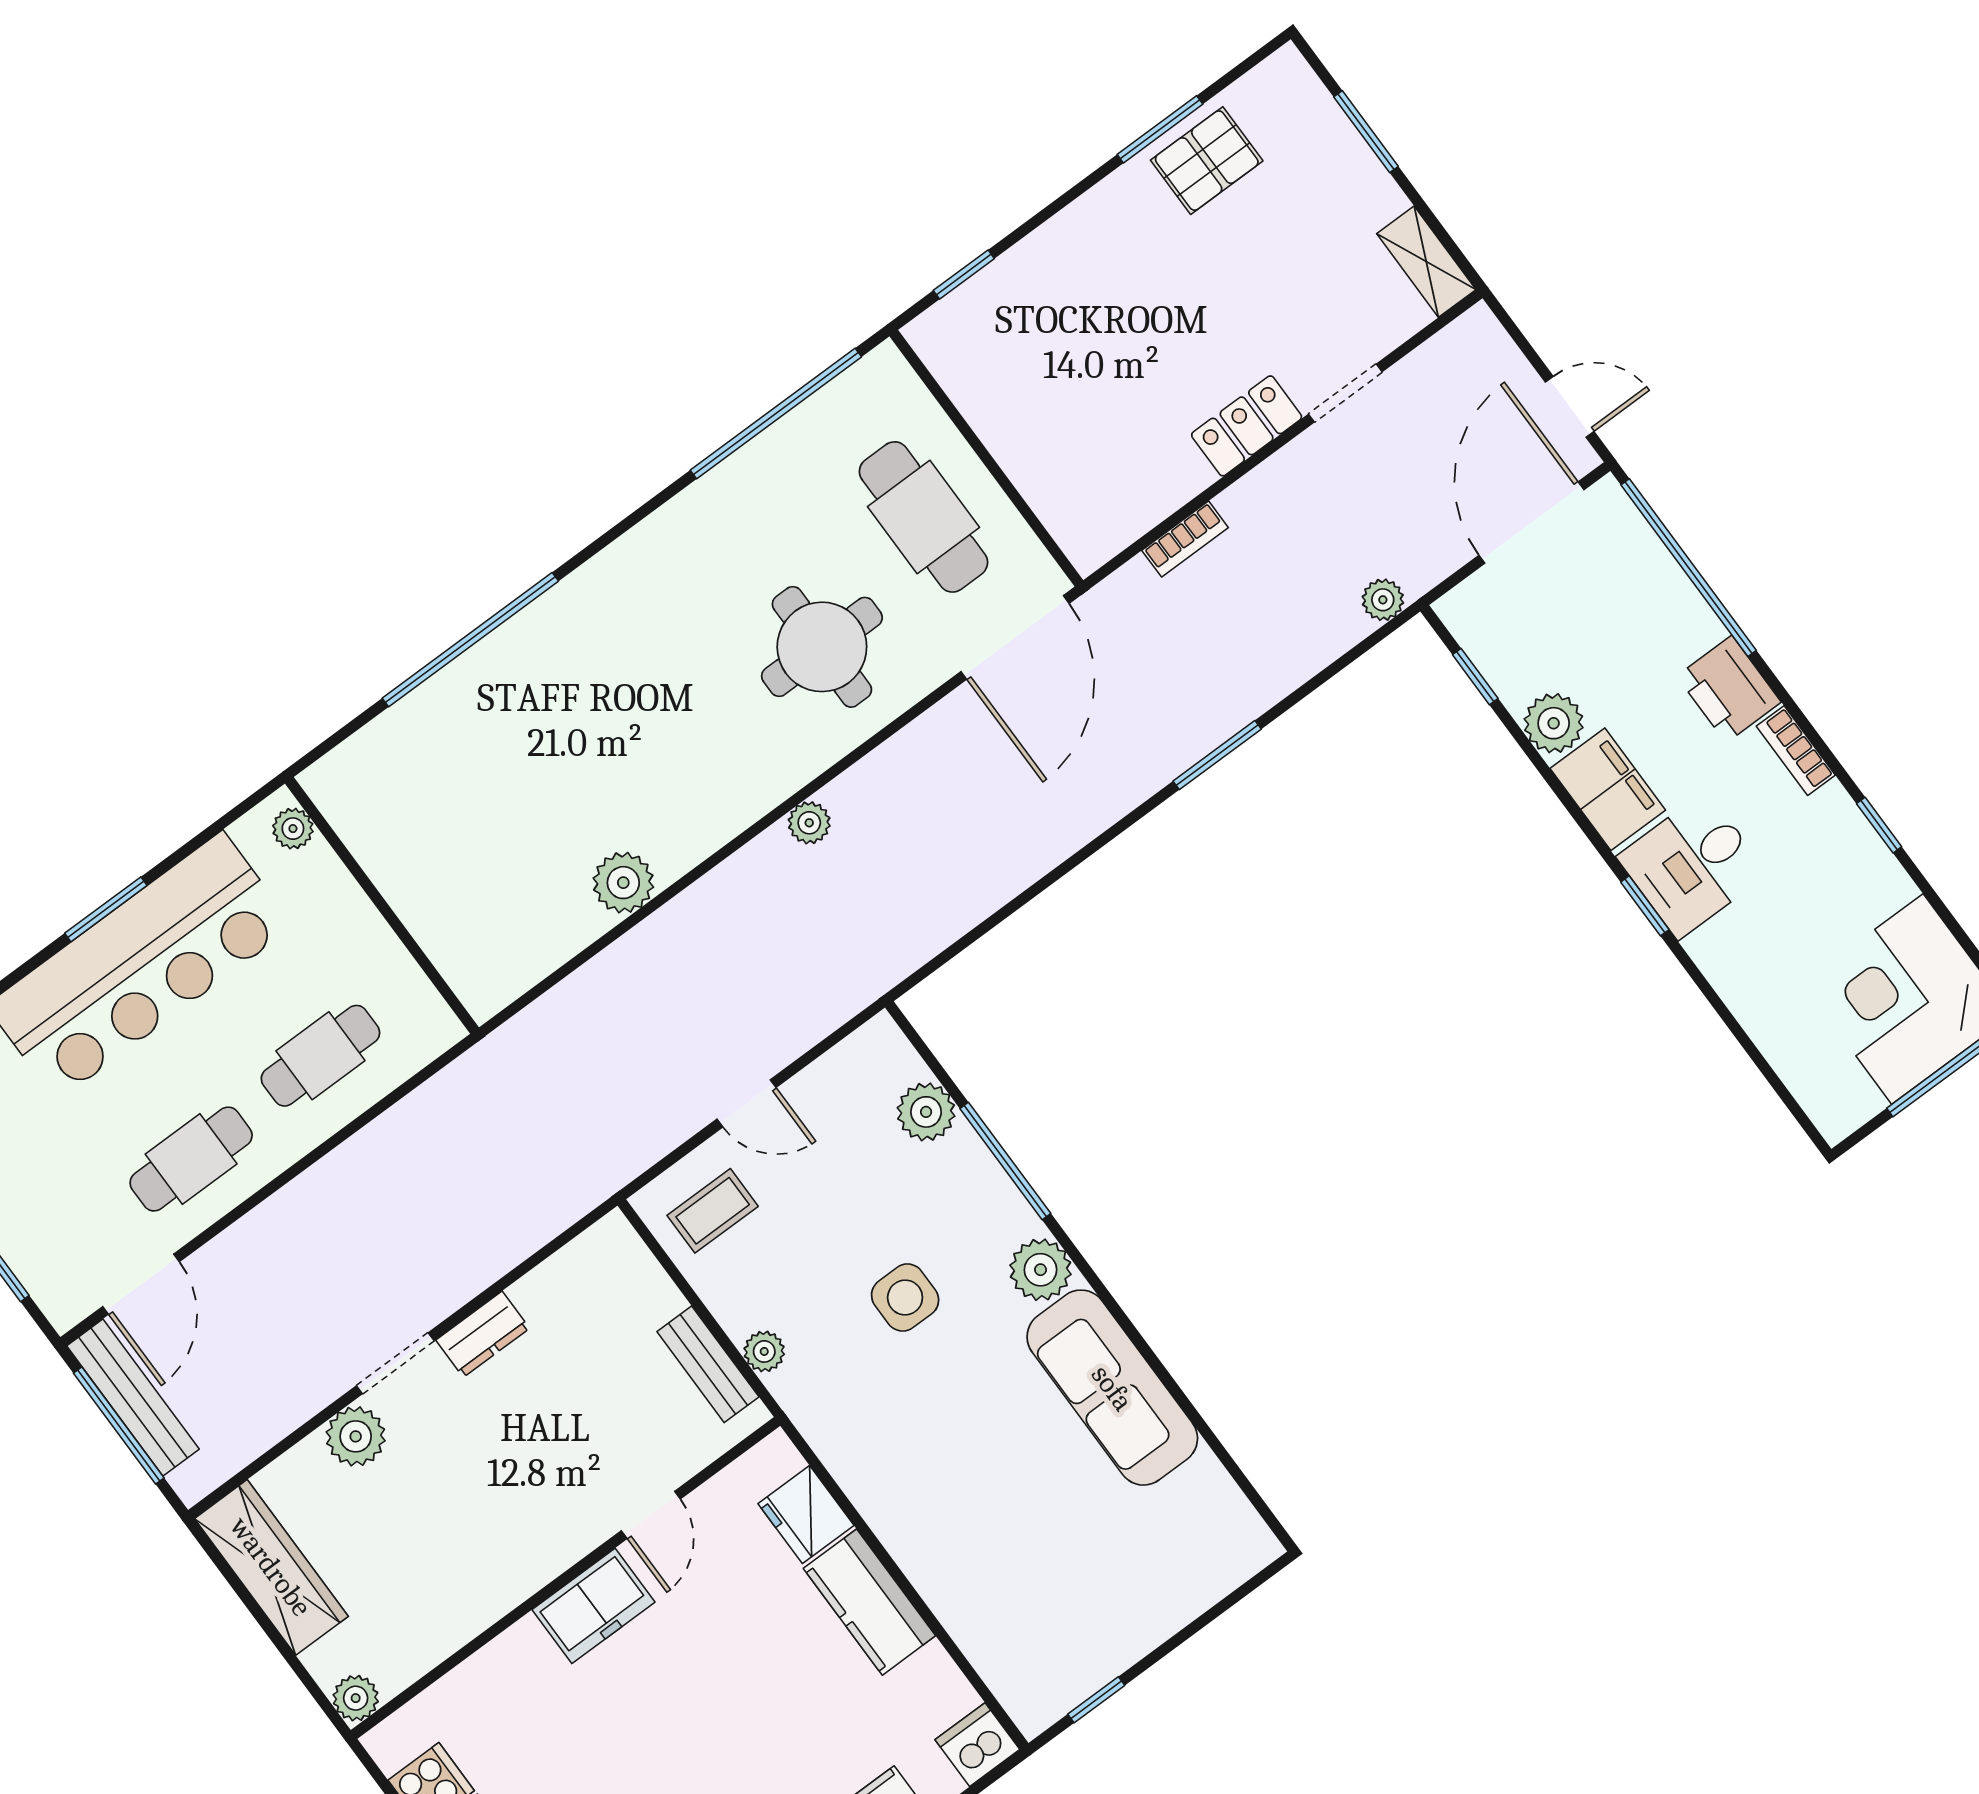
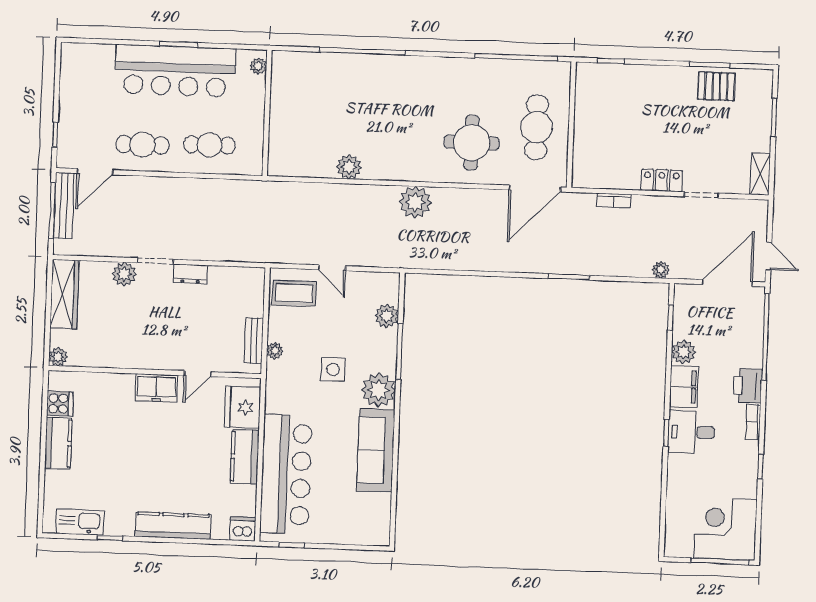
plant: (809, 823) -> (415, 202), width x1.88, depth x1.88
coffee table: (713, 1211) -> (294, 293), width x1.36, depth x1.30
plant: (1041, 1270) -> (379, 390), width x1.36, depth x1.36
fridge: (806, 1514) -> (243, 407), width x1.36, depth x1.34
bar counter: (976, 1572) -> (286, 474), added

